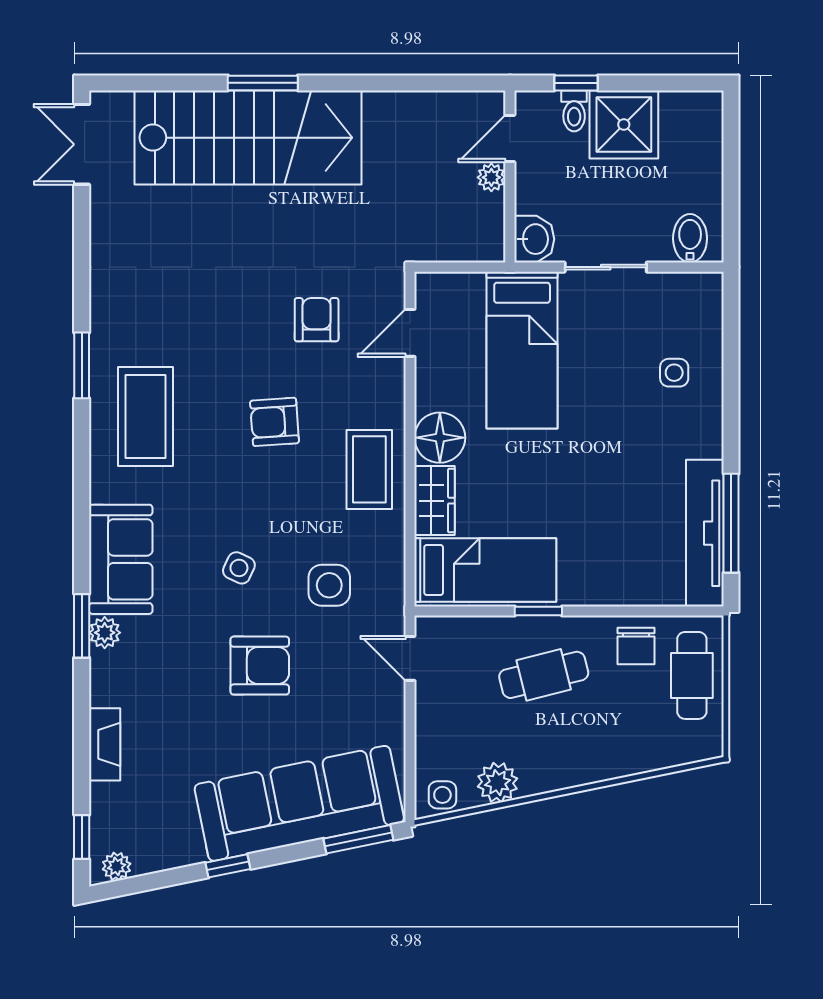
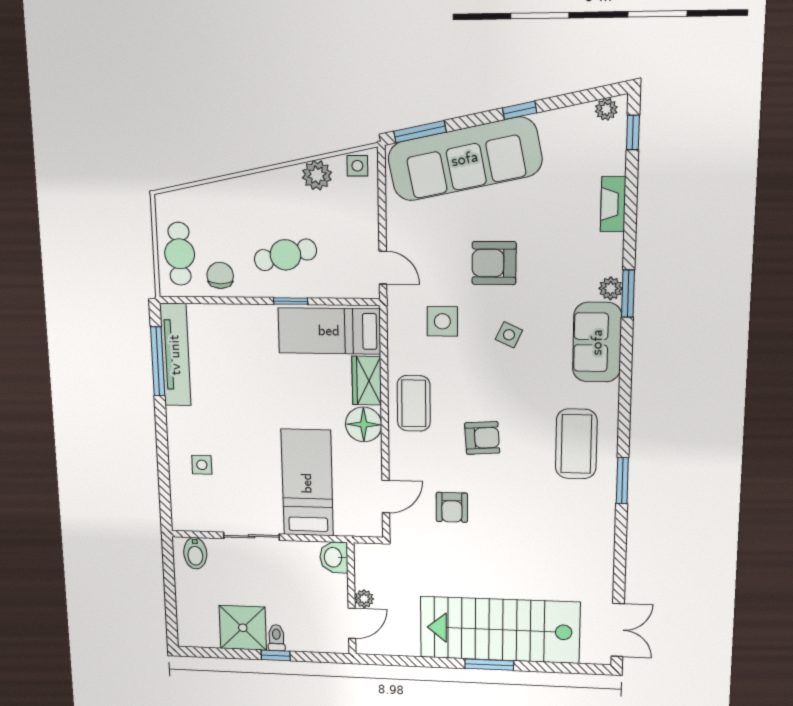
door: (510, 139) -> (352, 623), moved
wall: (510, 176) -> (351, 599), moved
plant: (491, 177) -> (364, 599), moved
washbasin: (534, 239) -> (334, 557), moved

